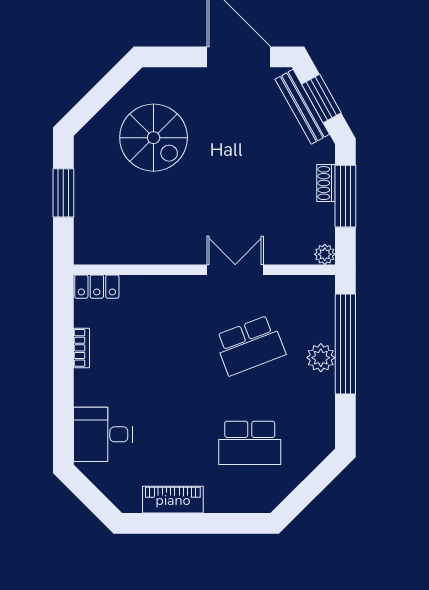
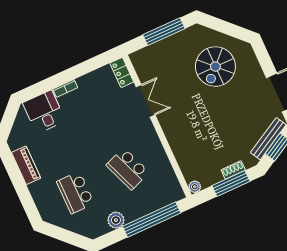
window: (63, 193) -> (164, 32), width x1.44
double door: (235, 270) -> (146, 101), moved
bookcase: (81, 348) -> (65, 88), moved
plant: (321, 358) -> (116, 220), moved

